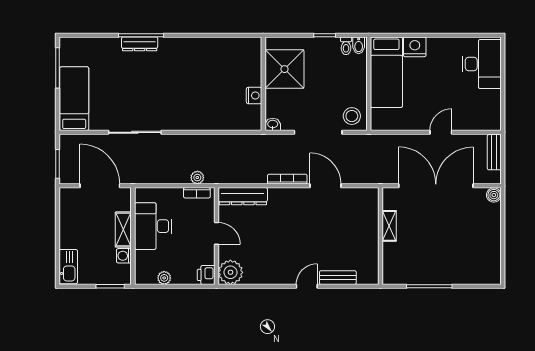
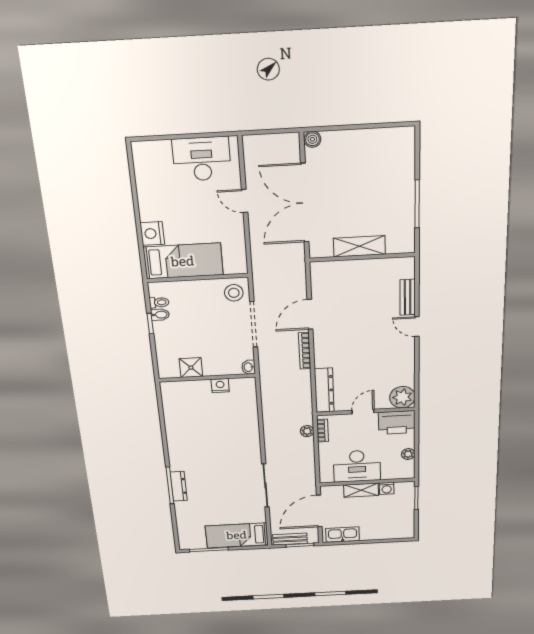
bidet: (359, 45) -> (160, 315), moved
desk: (482, 64) -> (202, 159), moved
shower: (284, 69) -> (191, 368), width x0.54, depth x0.54
bench: (494, 152) -> (290, 539), moved
shelving: (389, 226) -> (359, 246), width x1.50, depth x1.33
kitchen sink: (68, 267) -> (343, 535), moved
printer: (206, 275) -> (397, 422), width x1.87, depth x1.48

